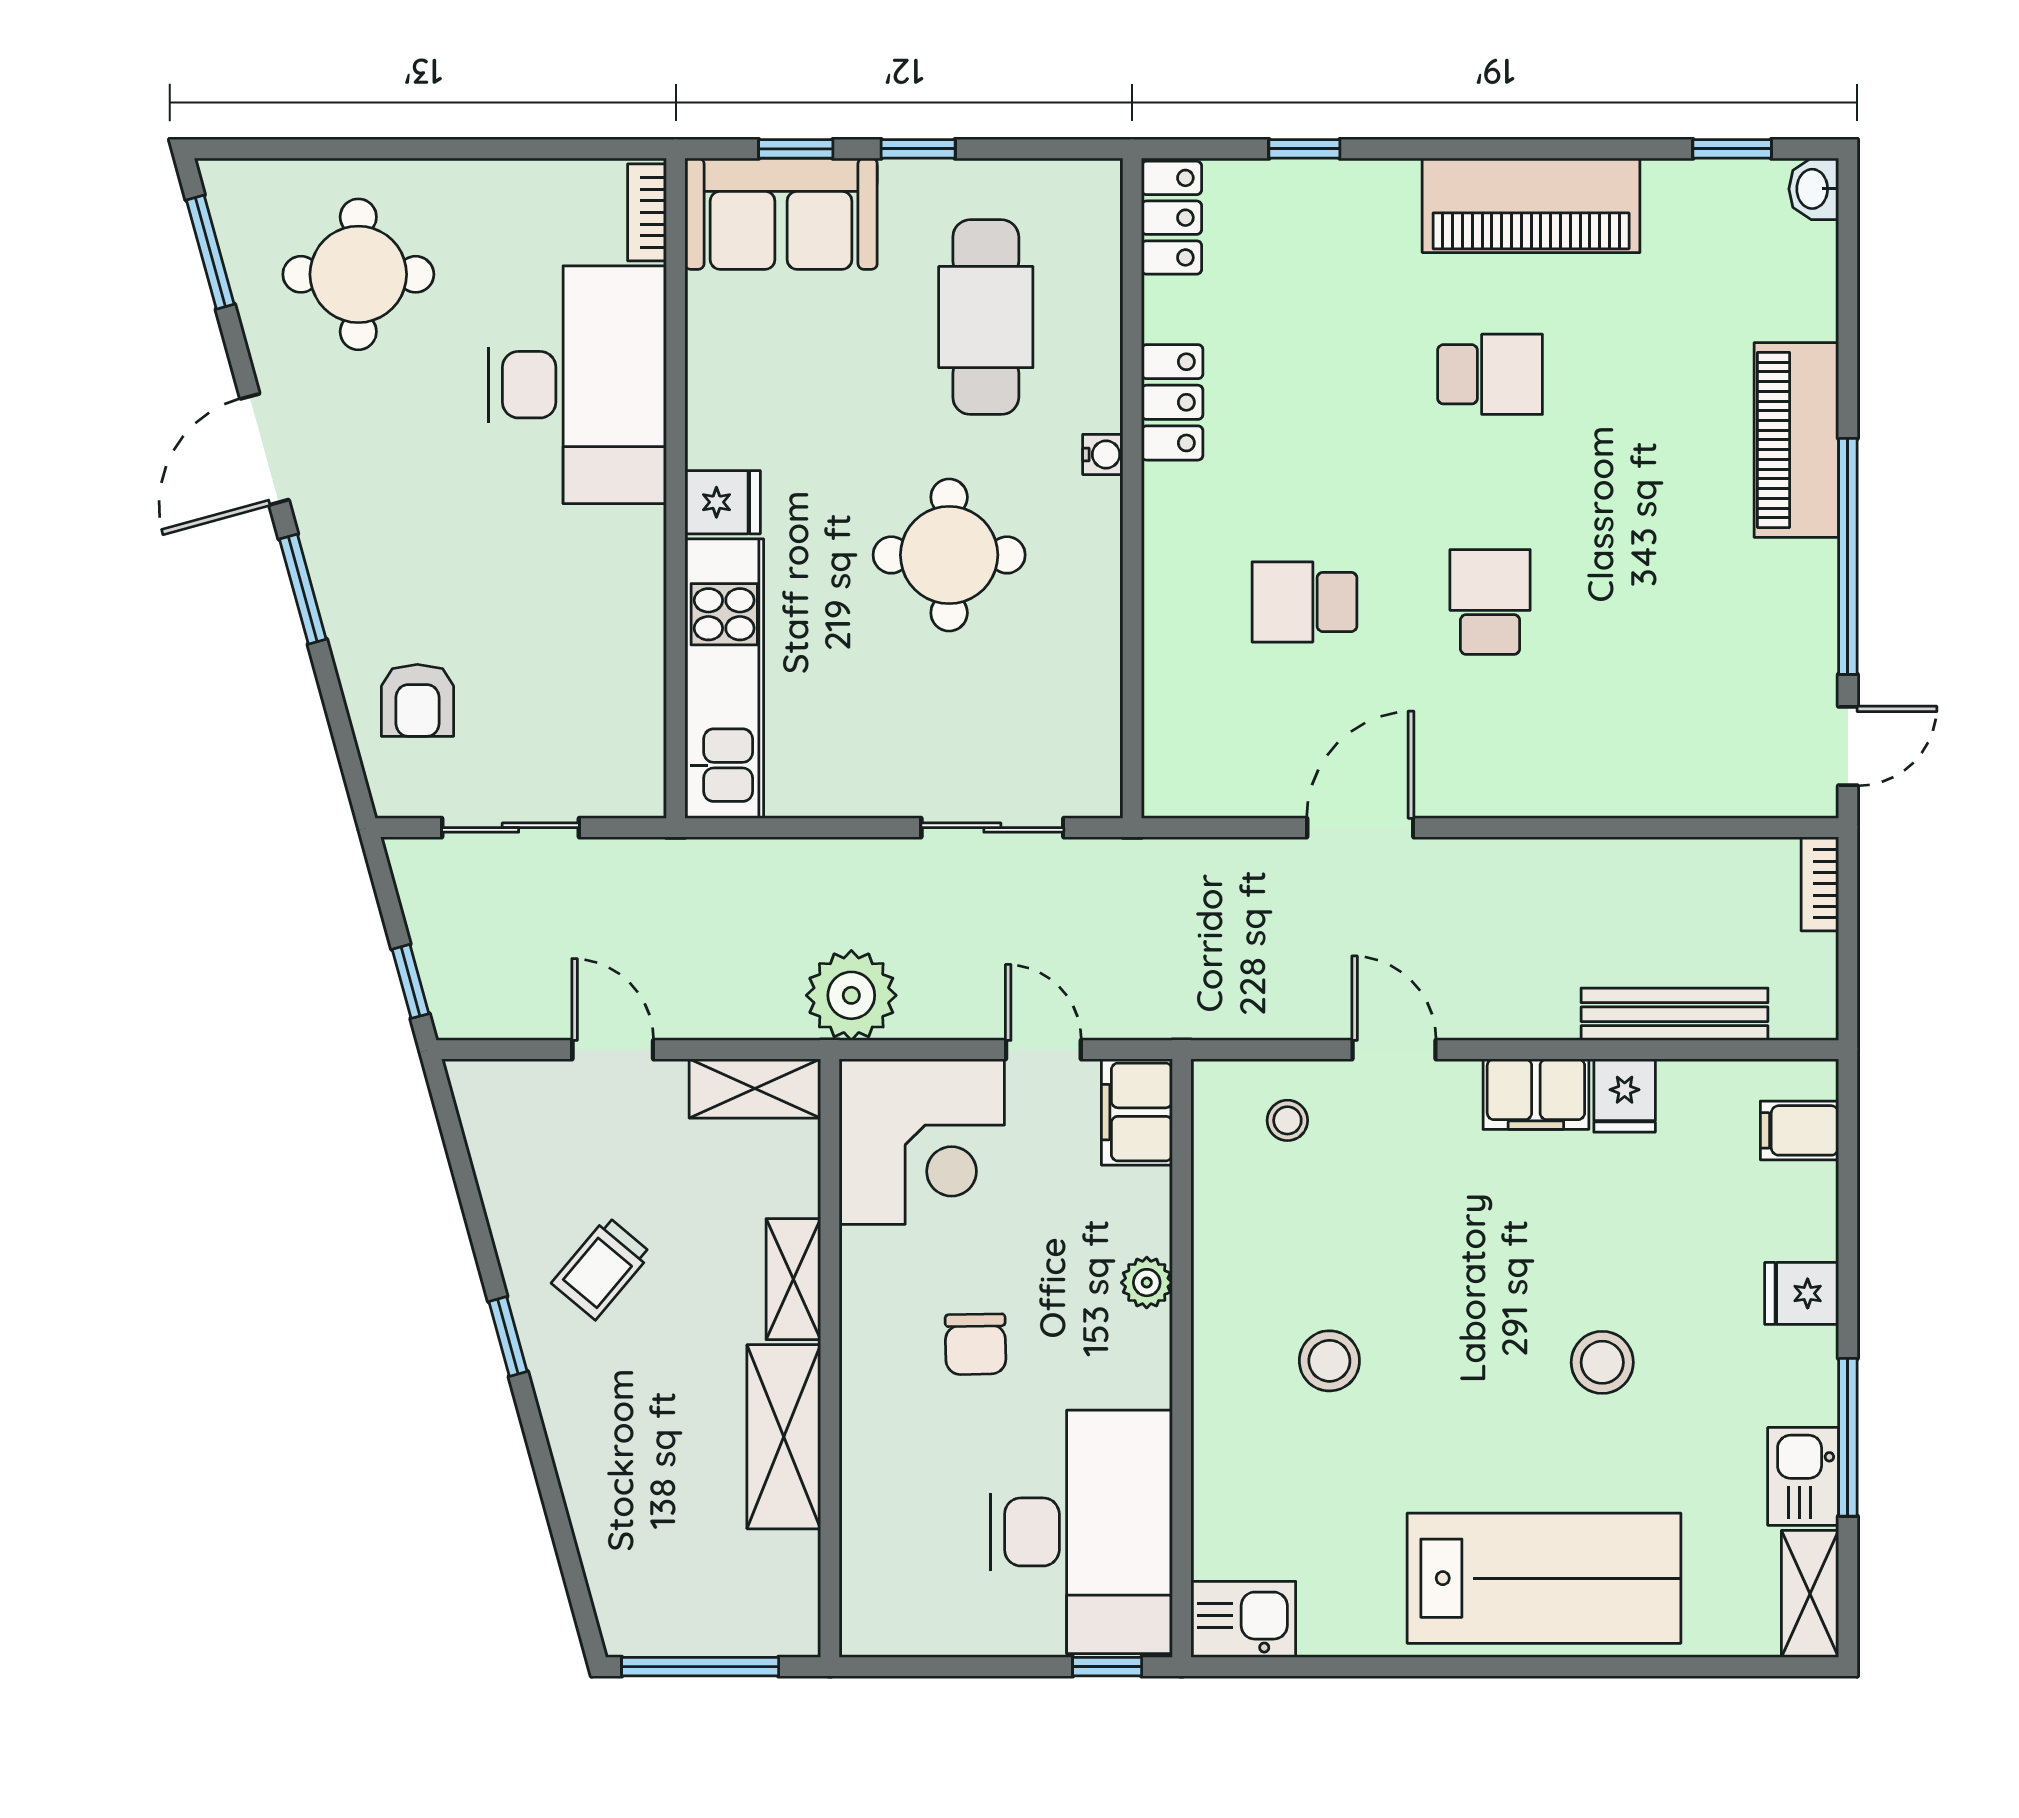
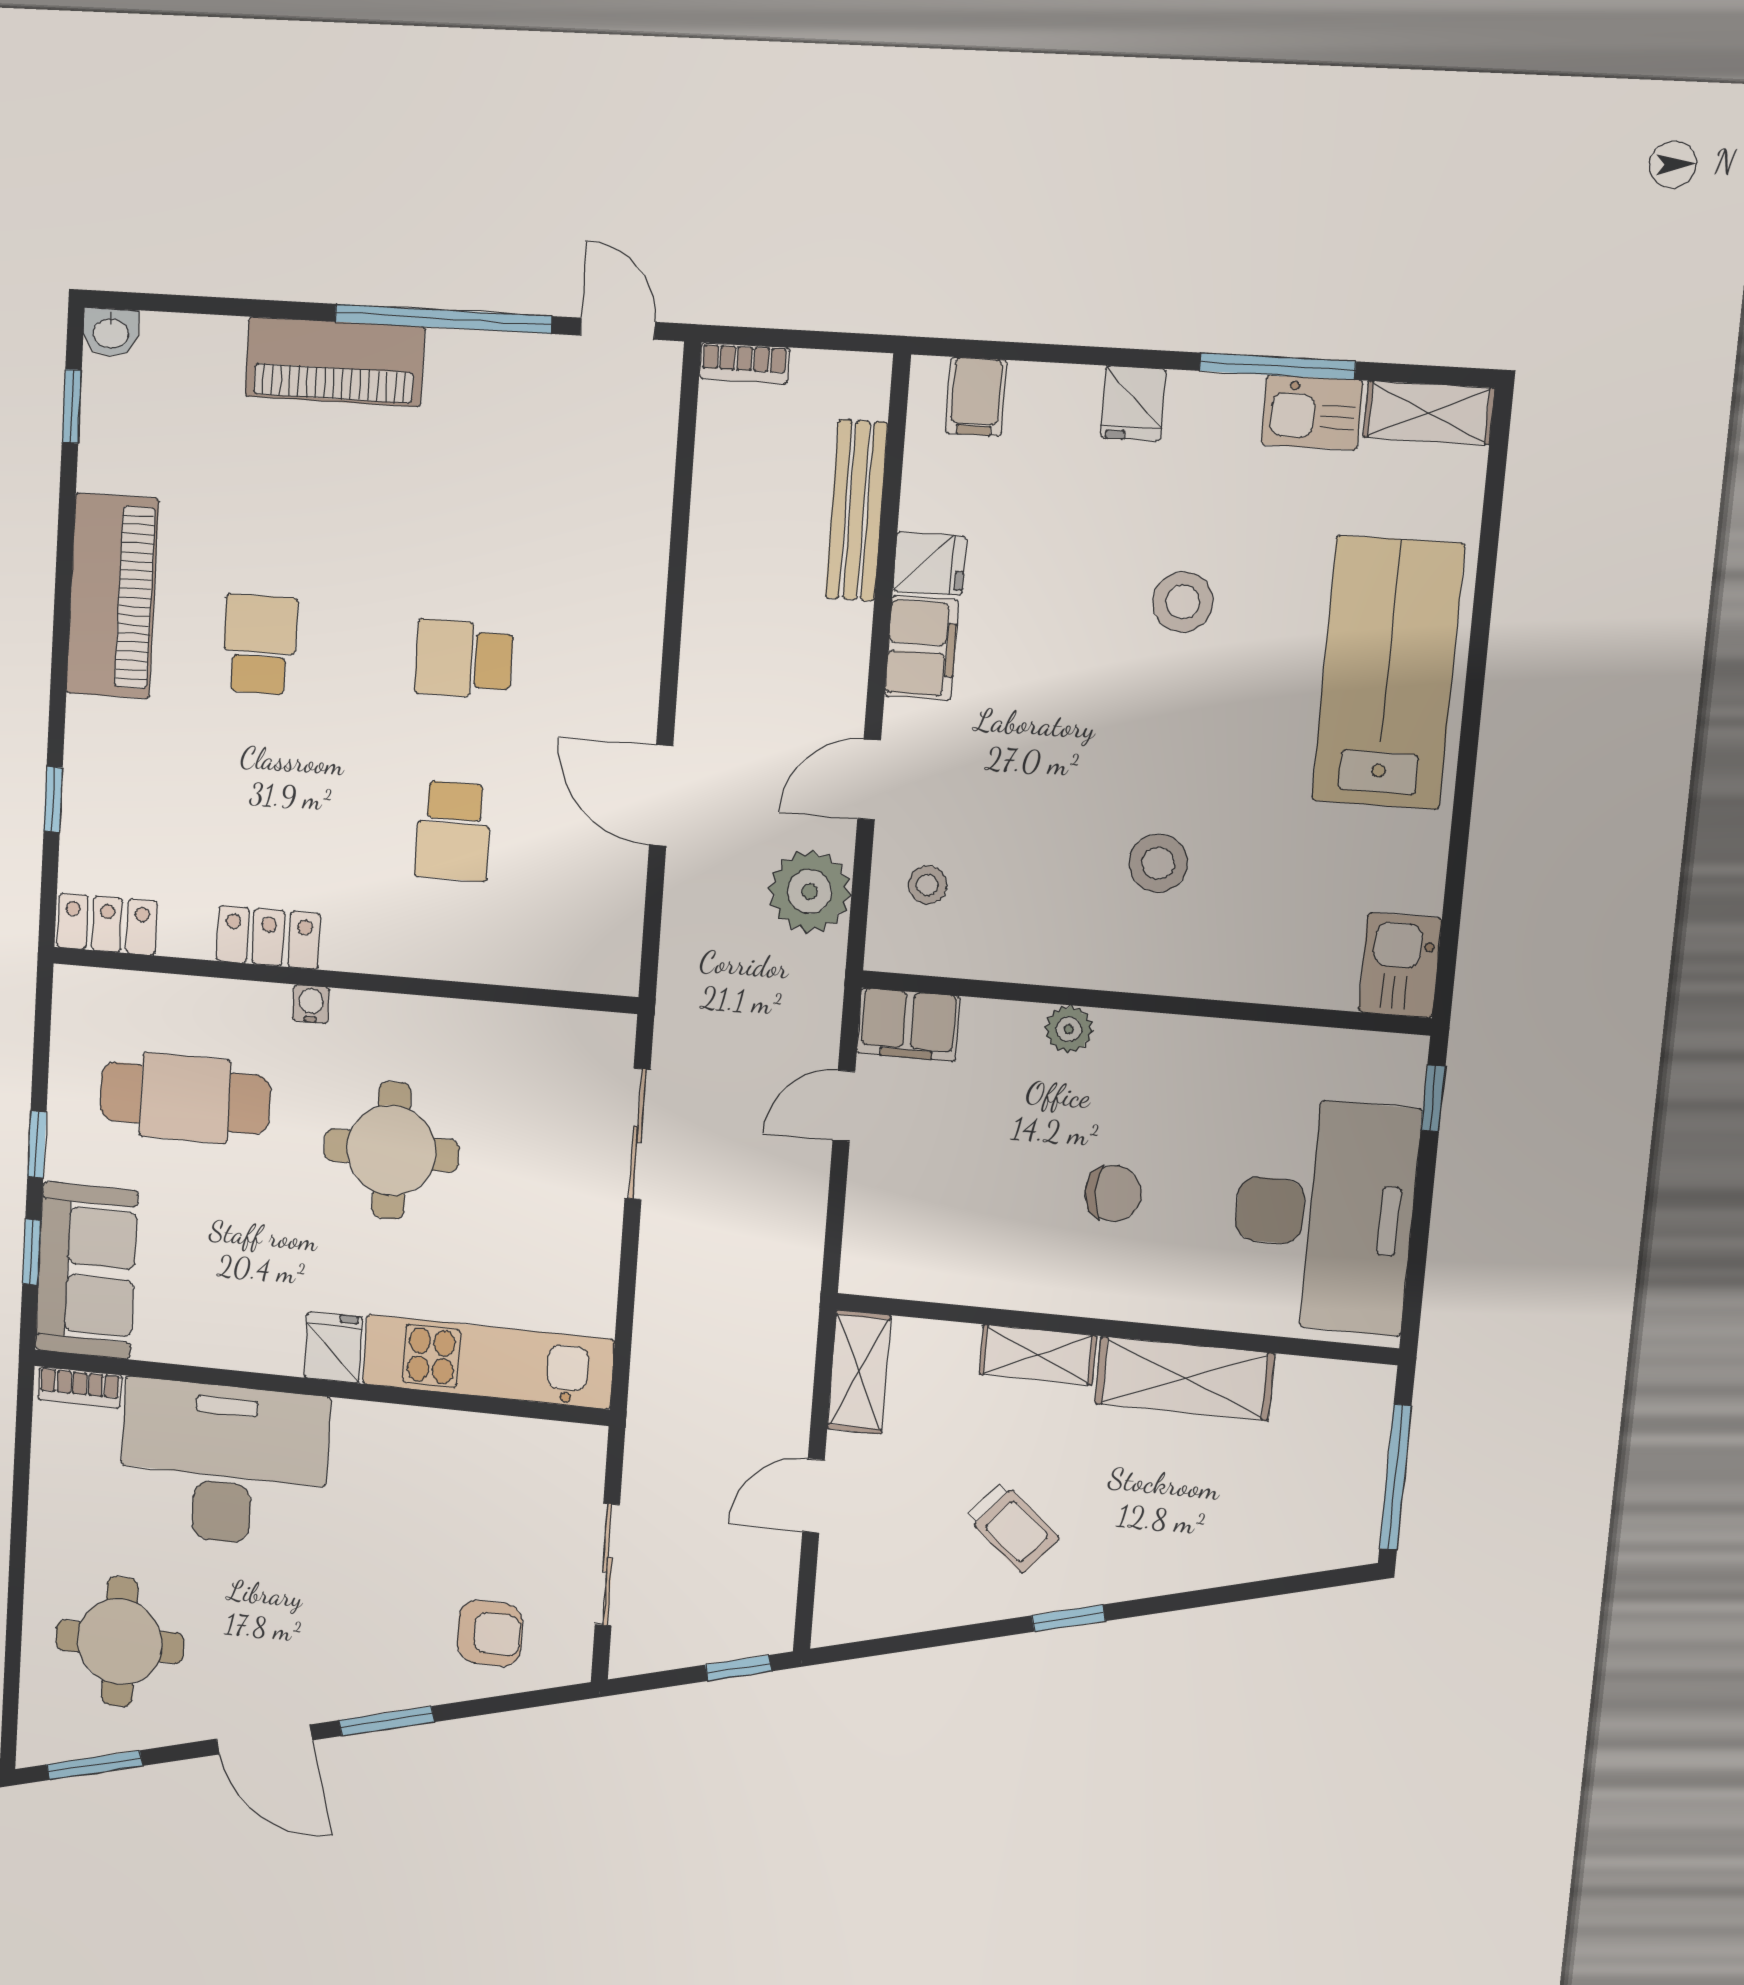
plant: (851, 995) -> (810, 892), moved
corner desk: (922, 1142) -> (920, 1225), removed
desk: (1081, 1532) -> (1324, 1215), moved, turned 90

